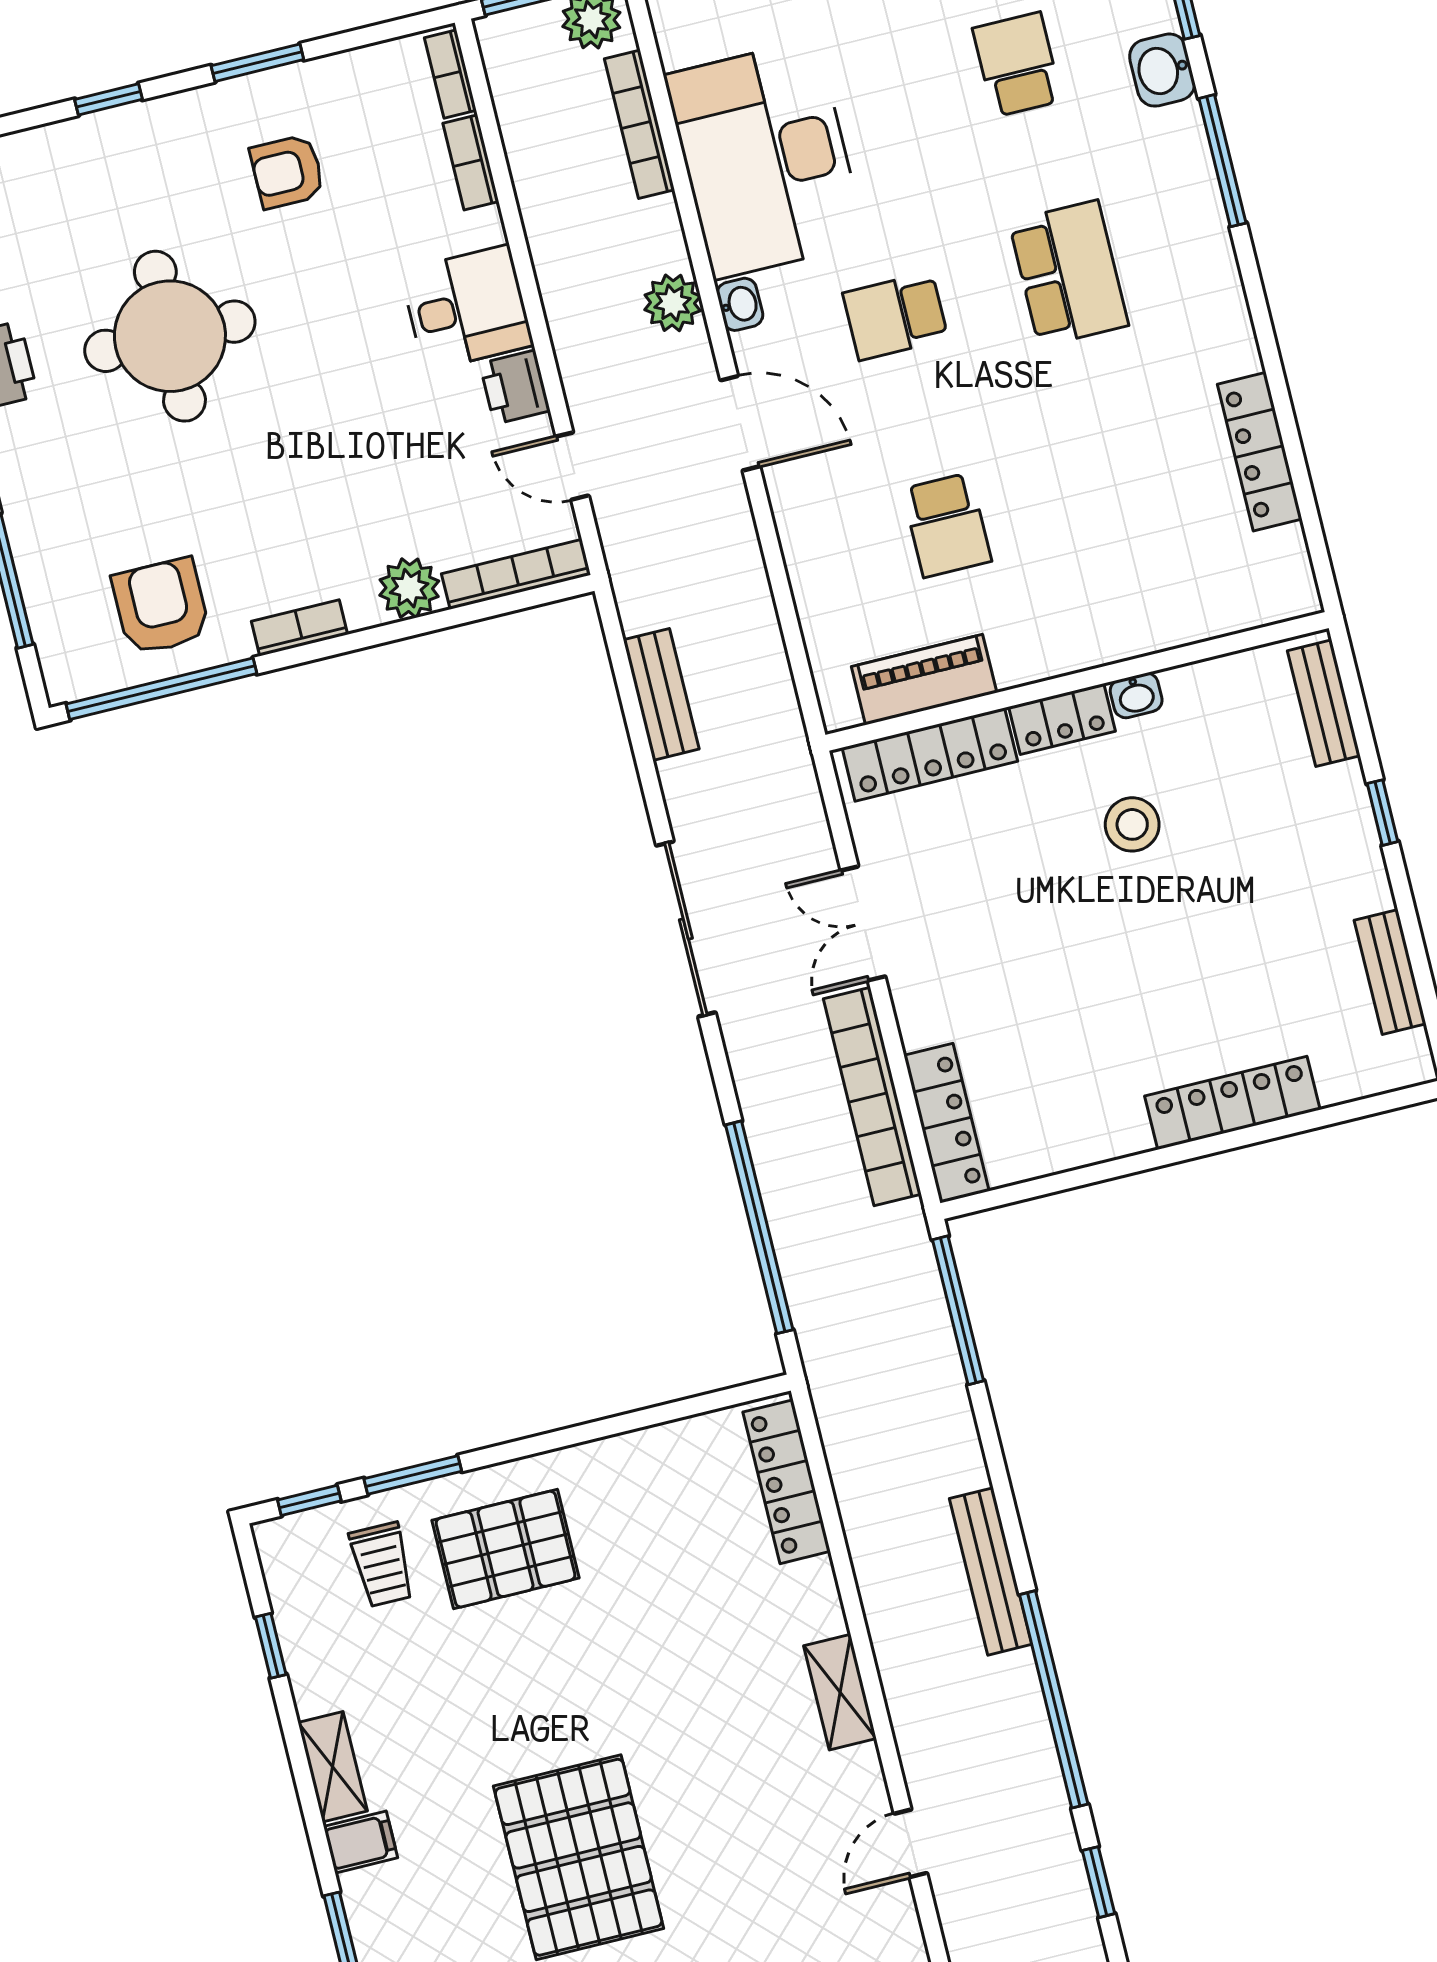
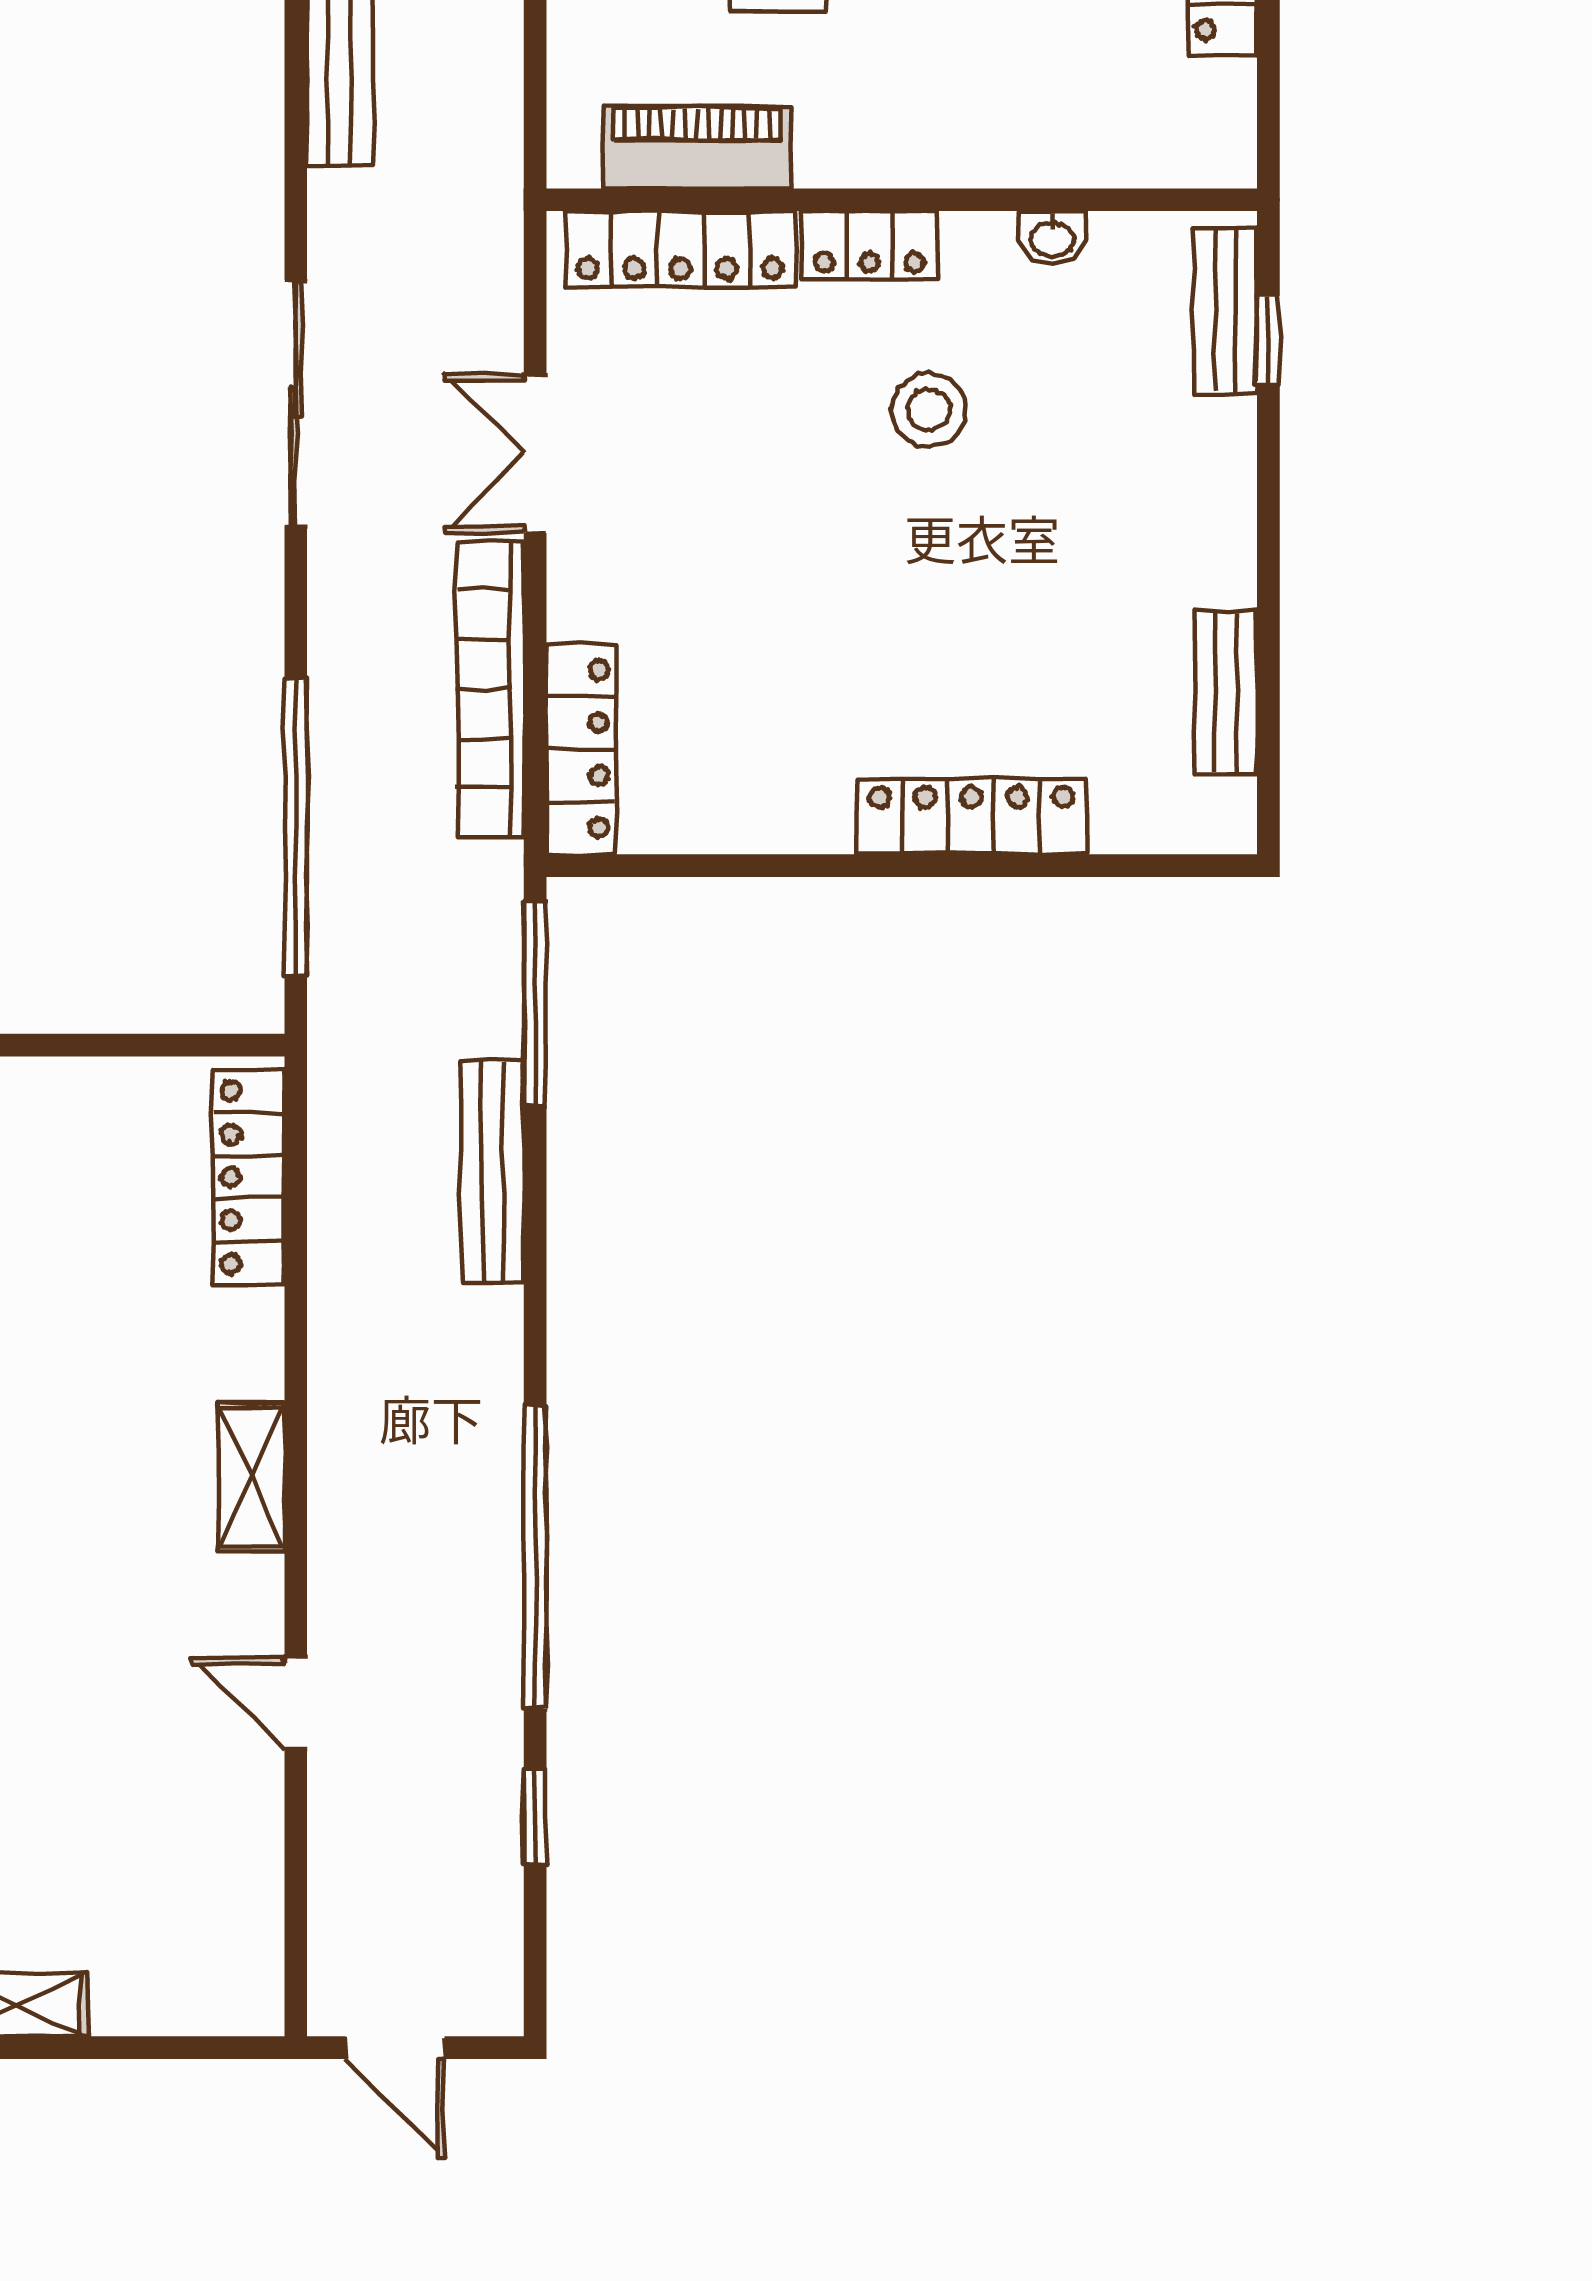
washbasin: (1136, 695) -> (1052, 238), moved
window: (1382, 813) -> (1268, 340), moved
bench: (991, 1571) -> (493, 1172), moved
door: (911, 1843) -> (296, 1703), hinge flipped

